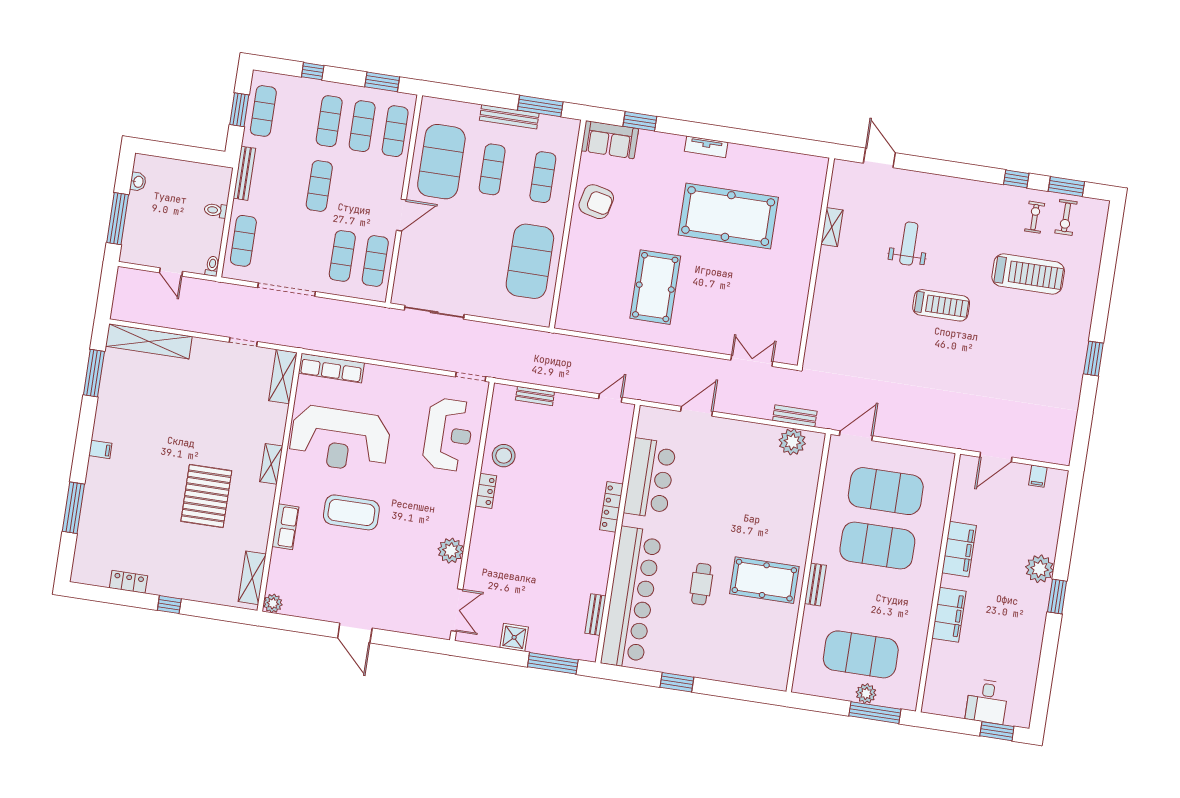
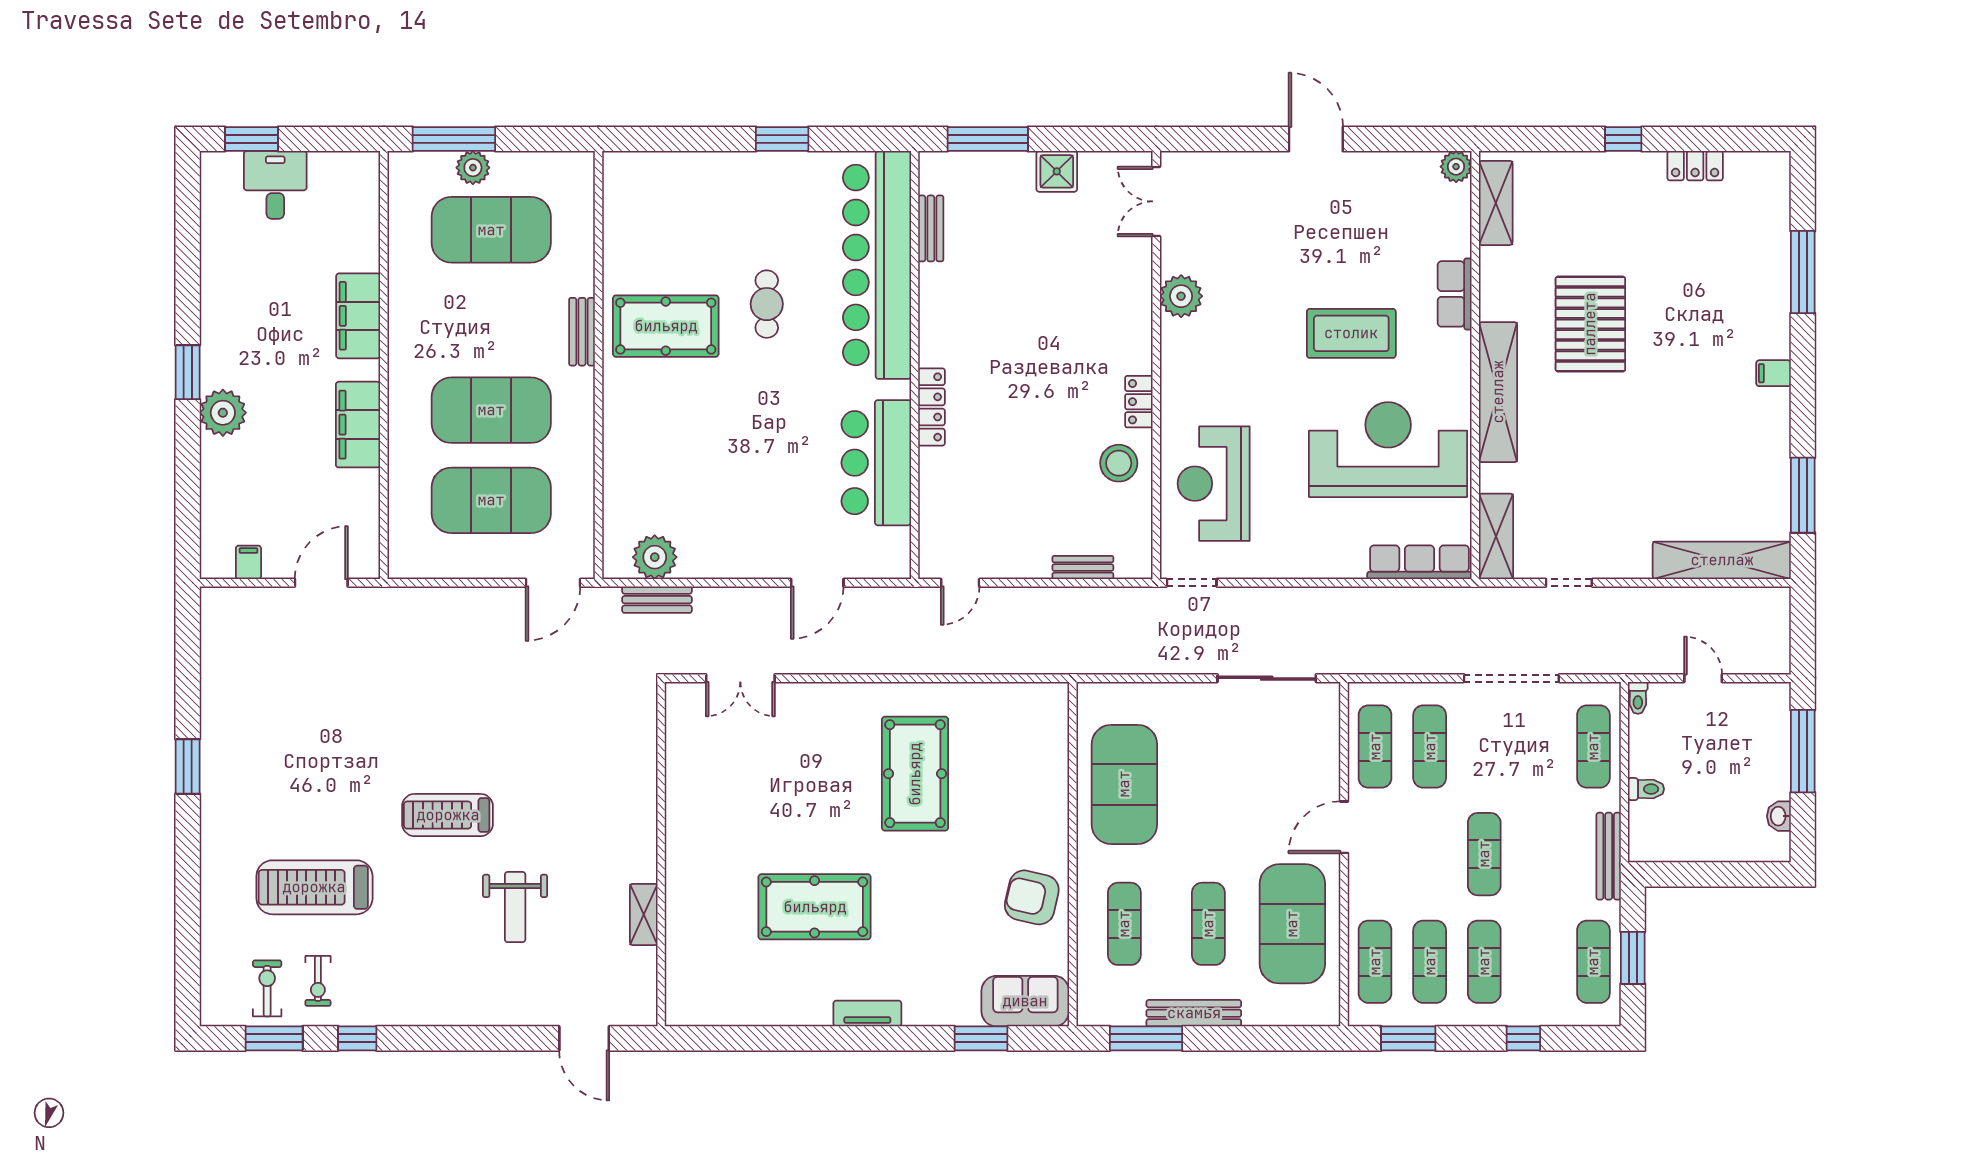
pool table: (728, 216) -> (815, 907), width x0.73, depth x0.76
shelving: (271, 464) -> (1498, 392), width x2.20, depth x1.33

